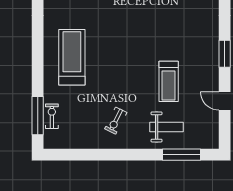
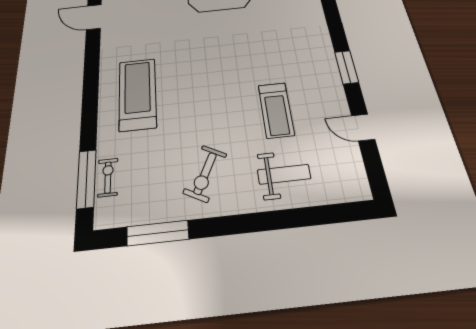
exercise bike: (116, 121) -> (205, 173), width x1.38, depth x1.39
window: (181, 155) -> (158, 233), moved

